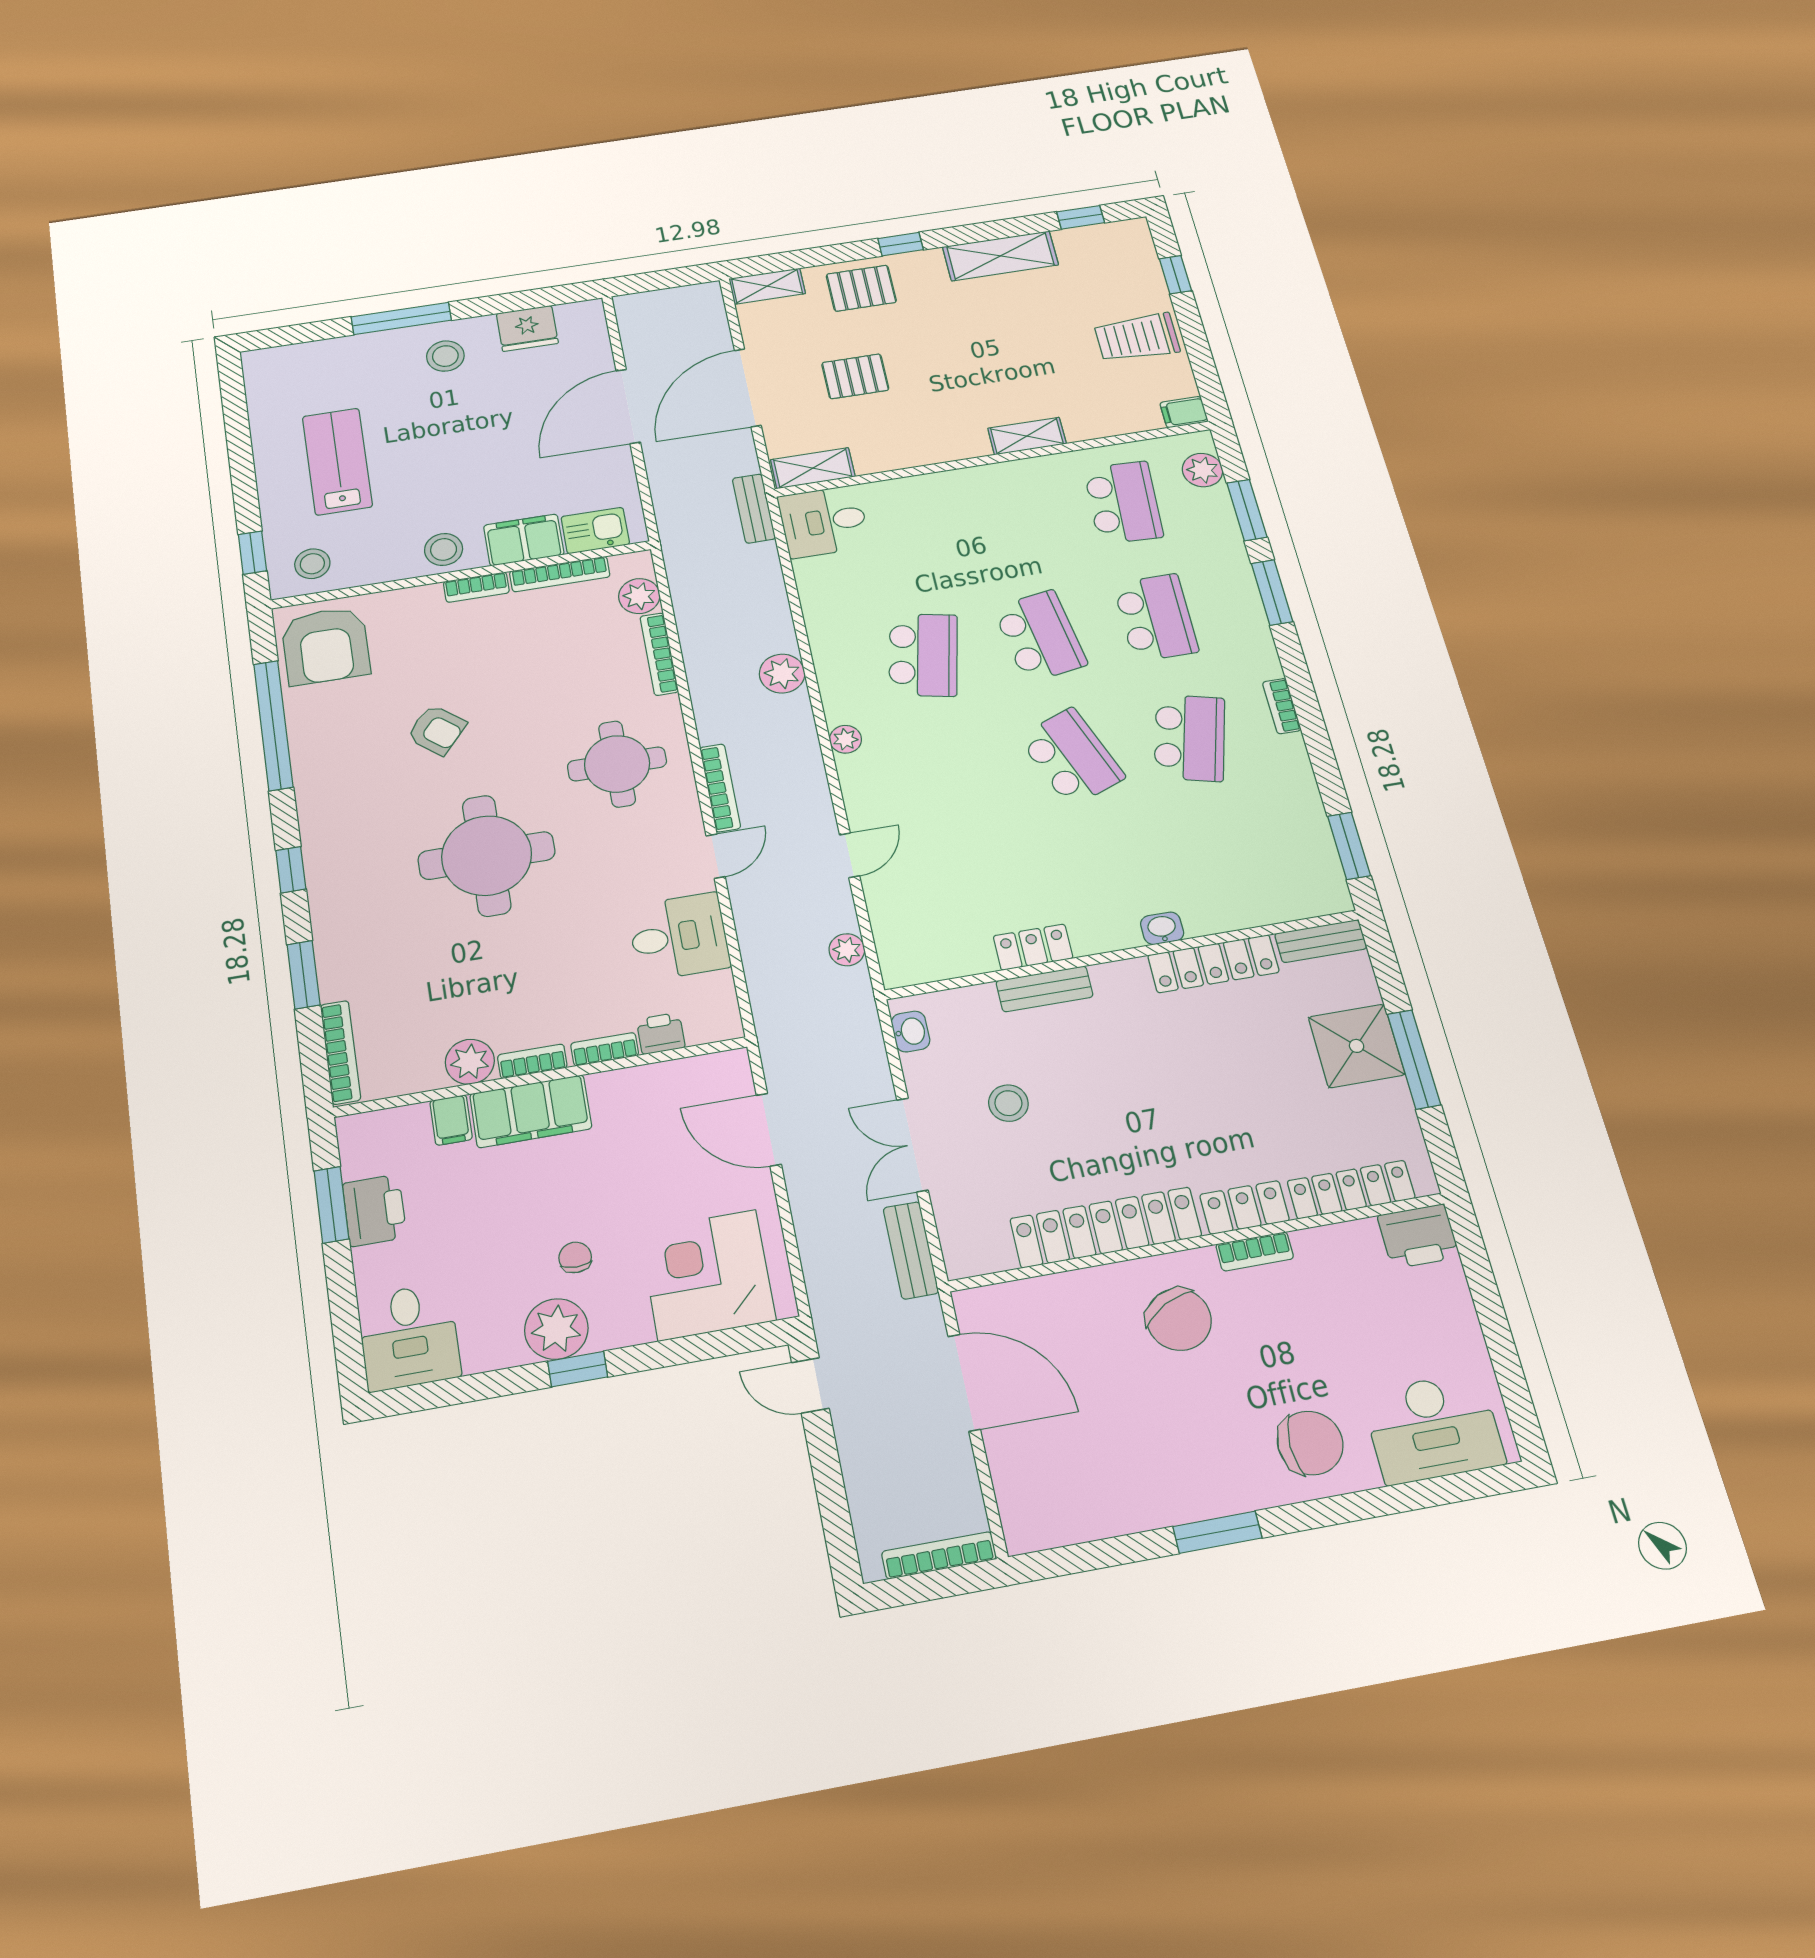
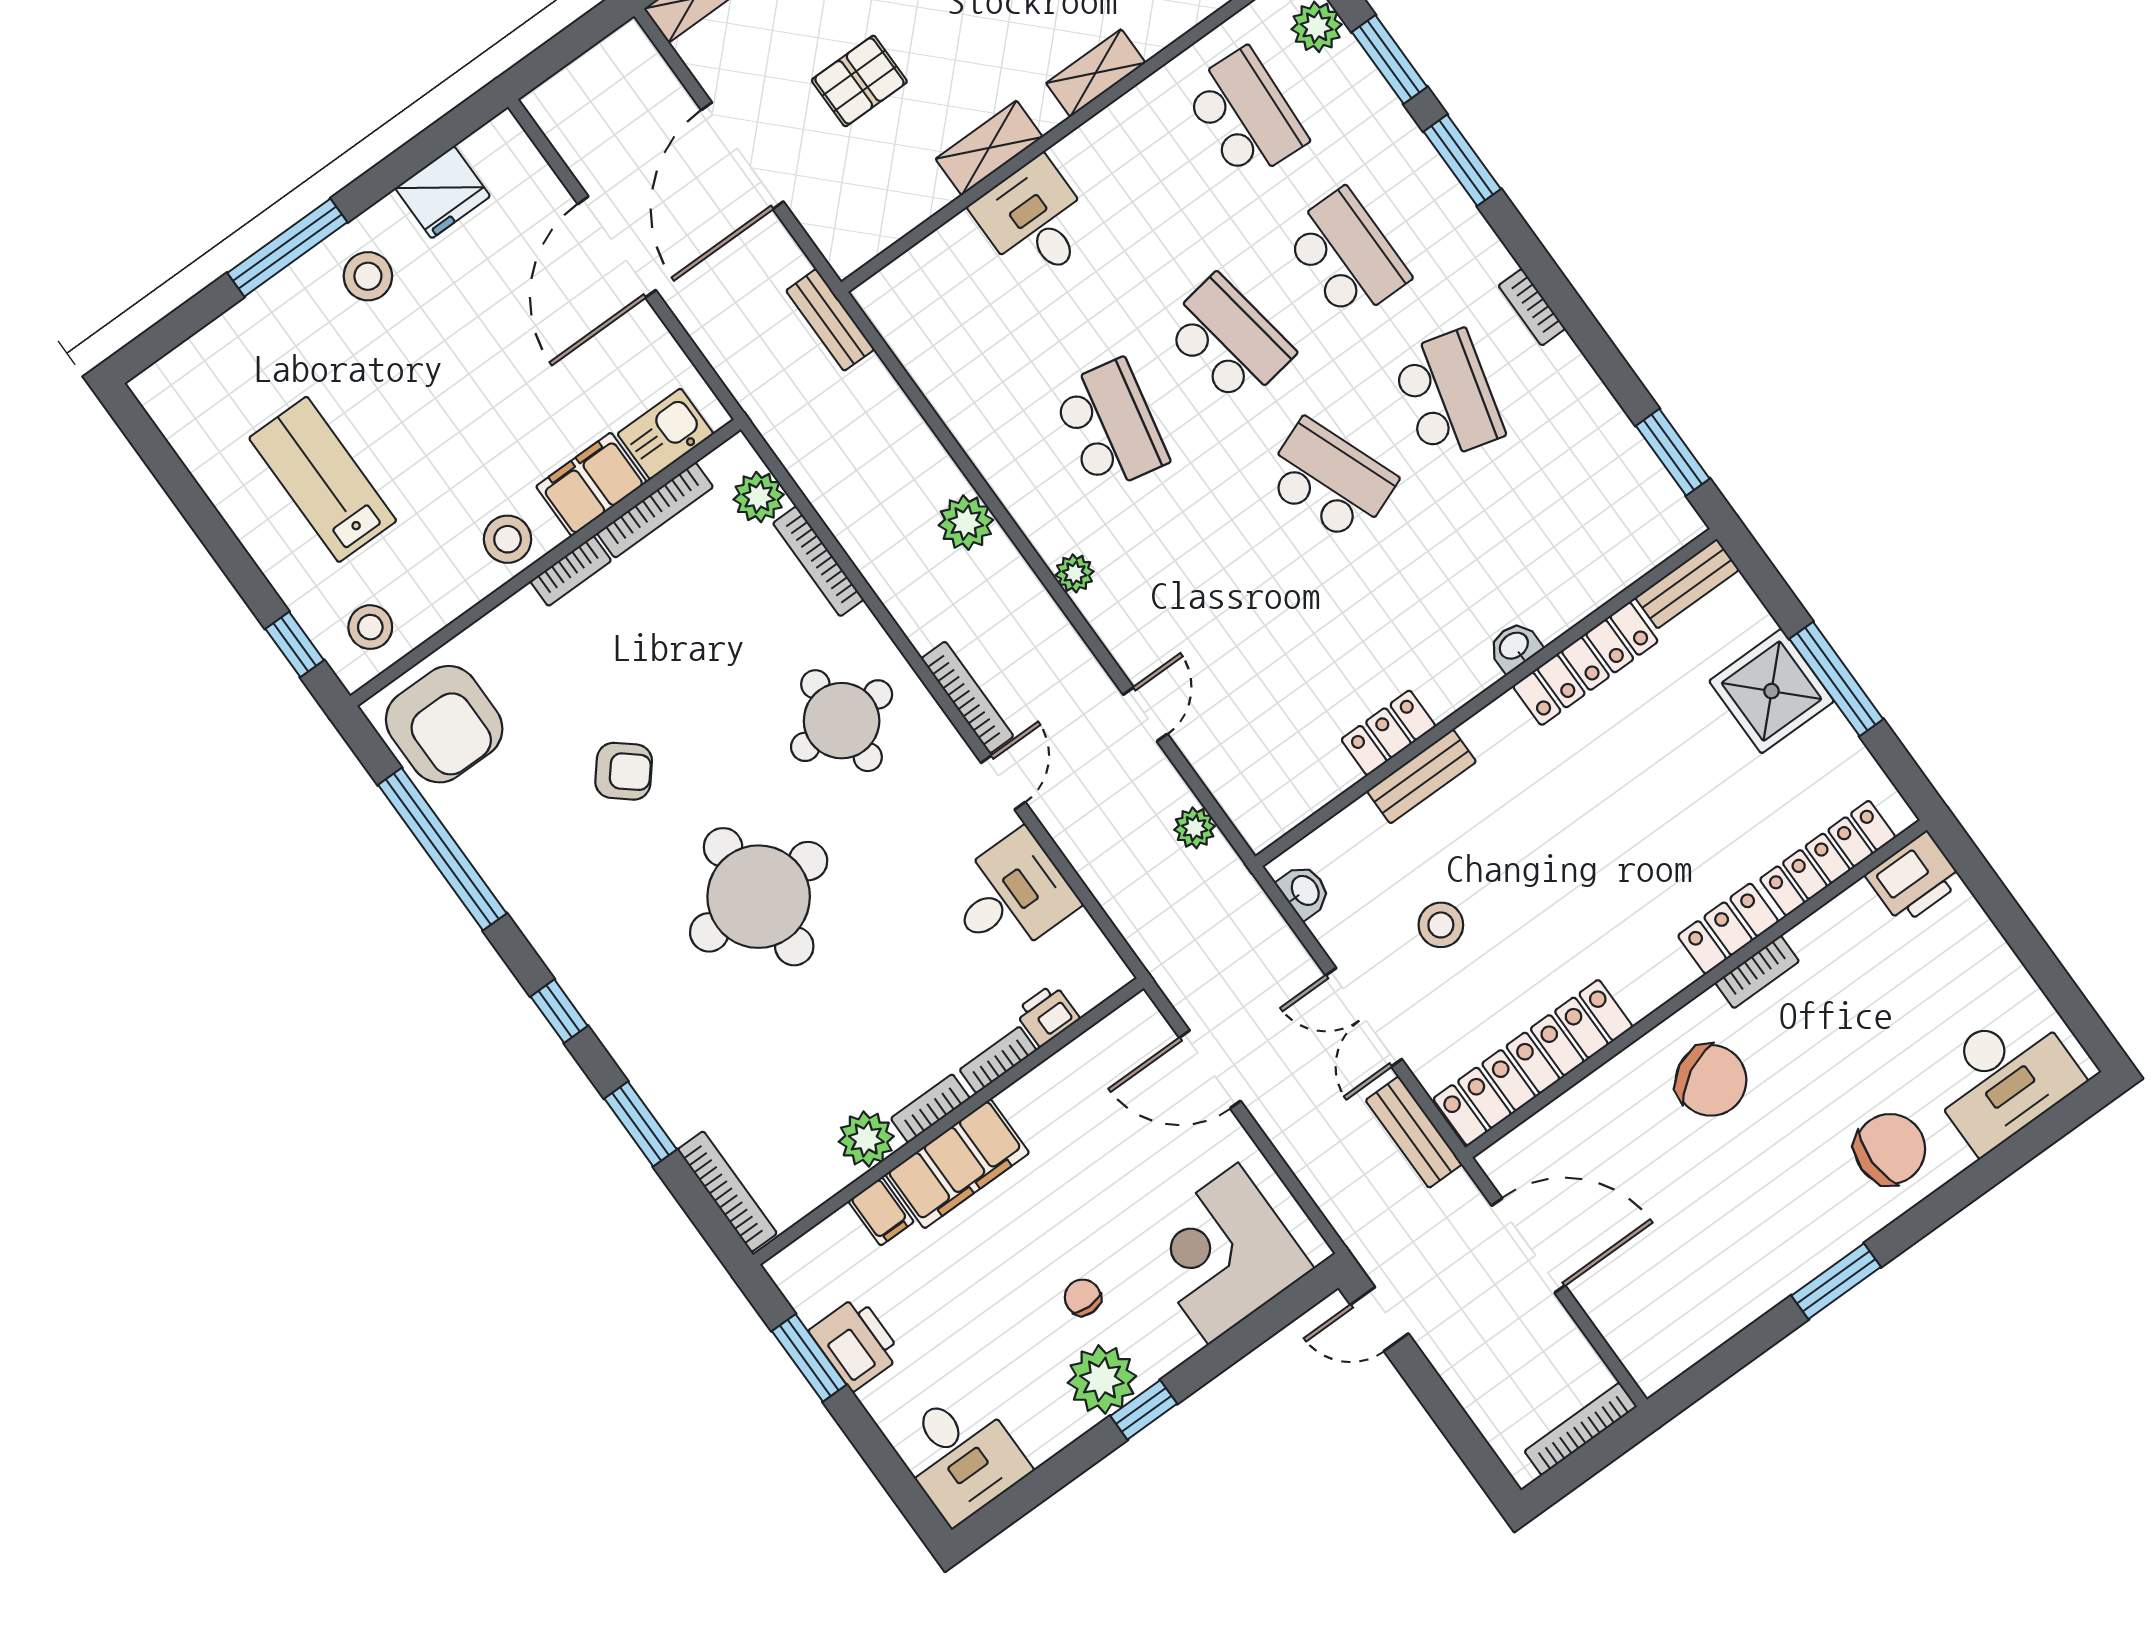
shelving: (813, 468) -> (989, 148), moved
desk: (824, 522) -> (1035, 221), moved, turned 90
locker: (1106, 1227) -> (1533, 1063), moved

